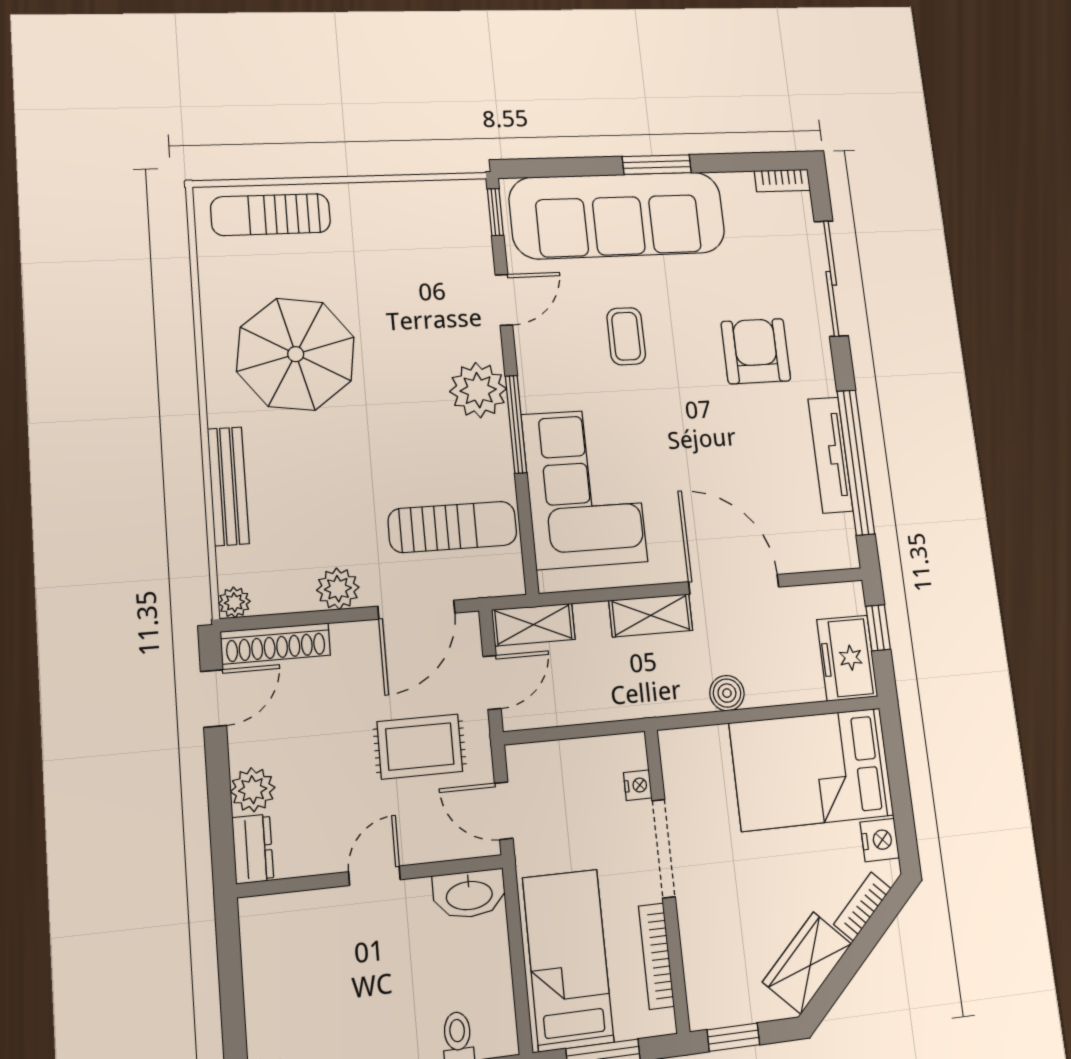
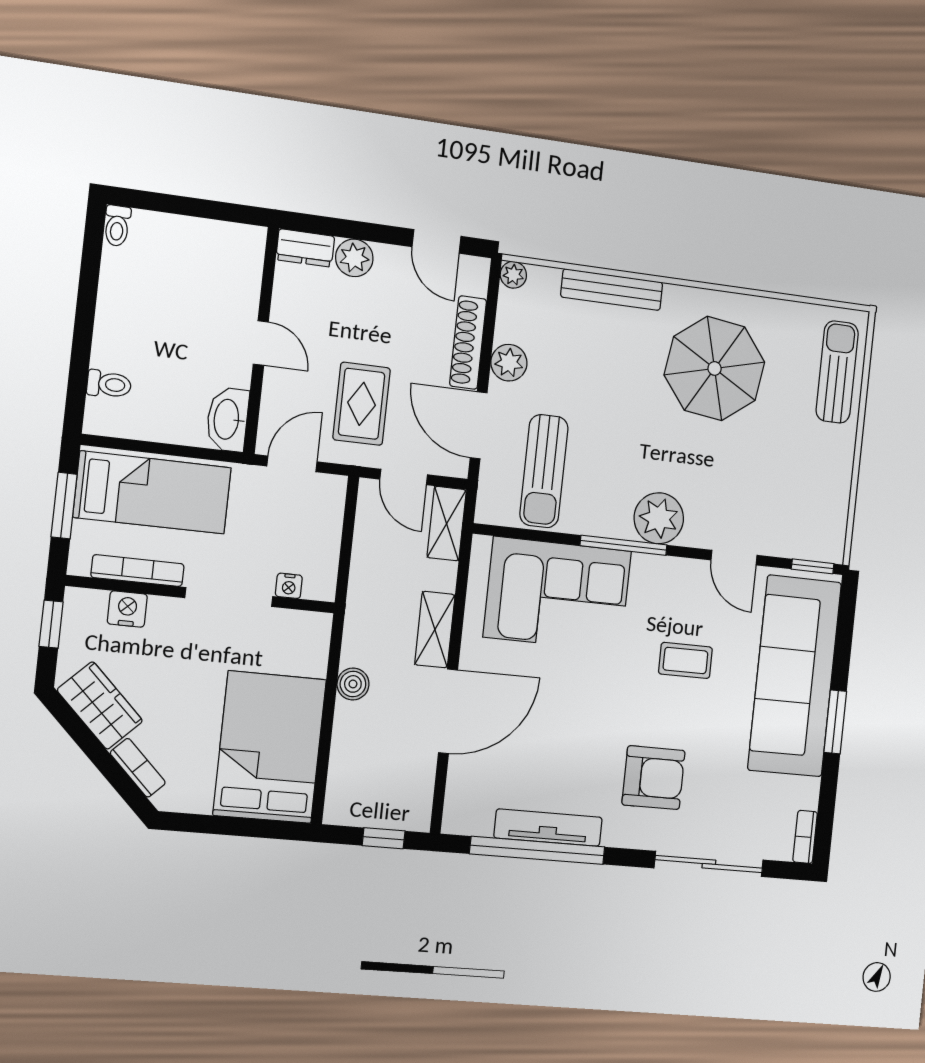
shoe rack: (276, 643) -> (468, 343), moved
freezer: (847, 658) -> (362, 803), removed
nightstand: (880, 840) -> (127, 609), moved, turned 180

